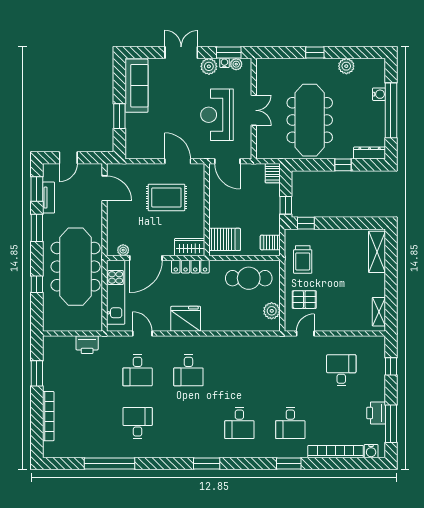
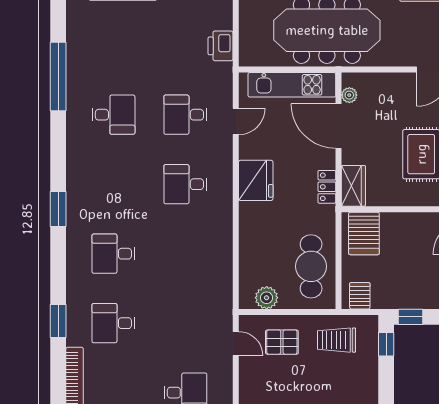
locker: (190, 267) -> (327, 187), width x0.66
pallet: (304, 300) -> (282, 342), turned 90

